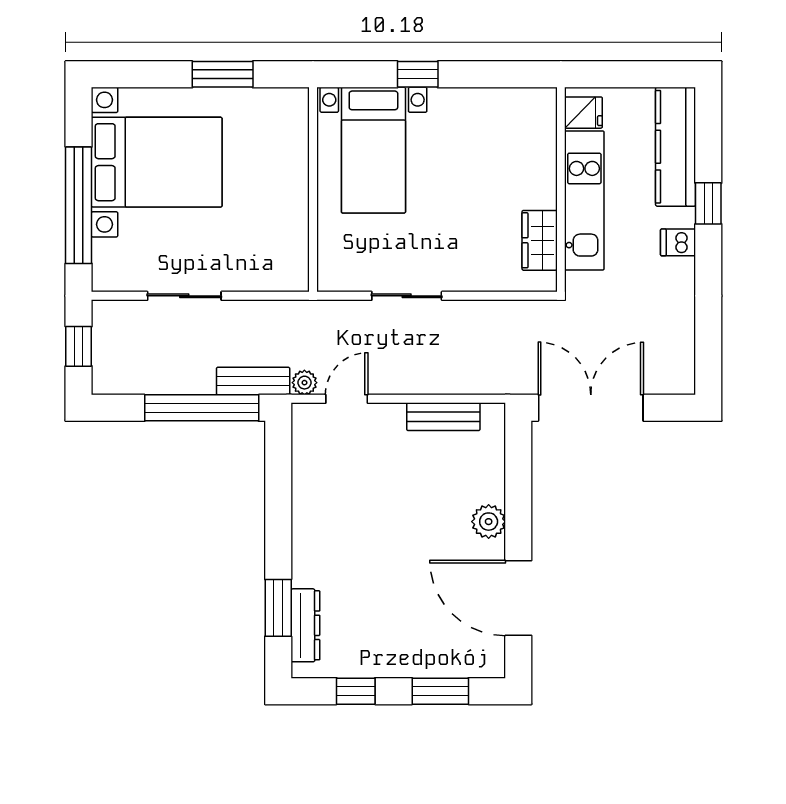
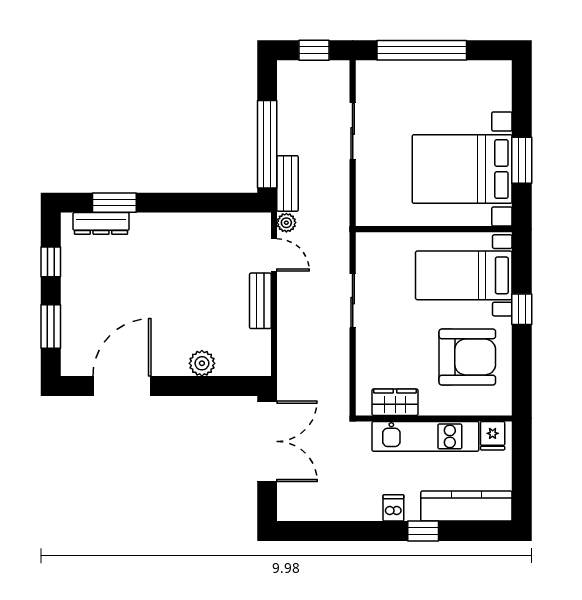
armchair: (480, 146) -> (467, 357), added
bed with nightstands: (157, 162) -> (462, 169), moved, turned 90
bench: (443, 417) -> (260, 301), moved
plant: (489, 522) -> (202, 363), moved

